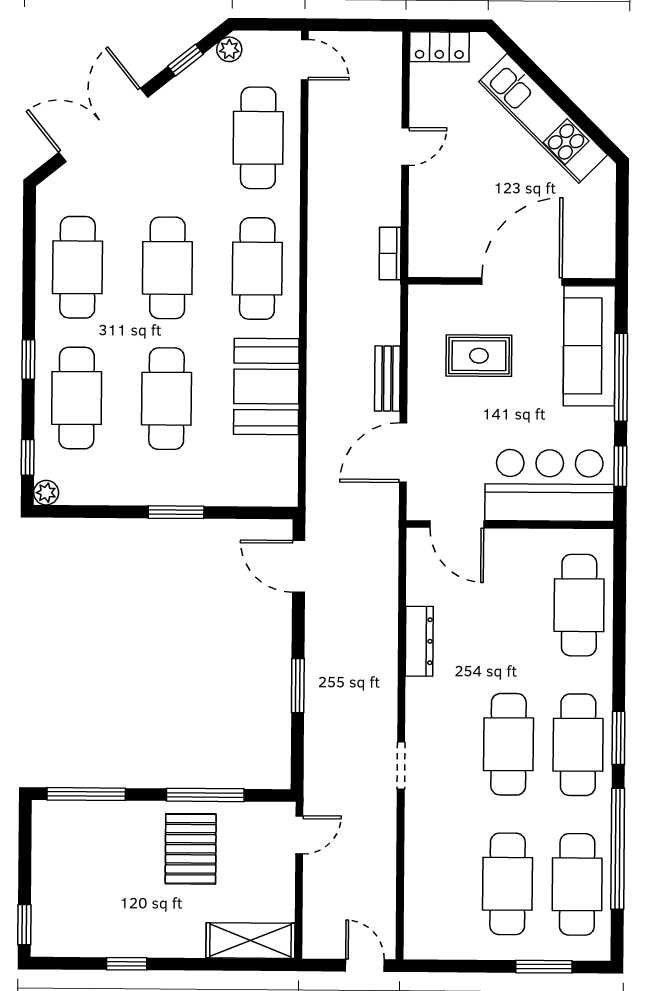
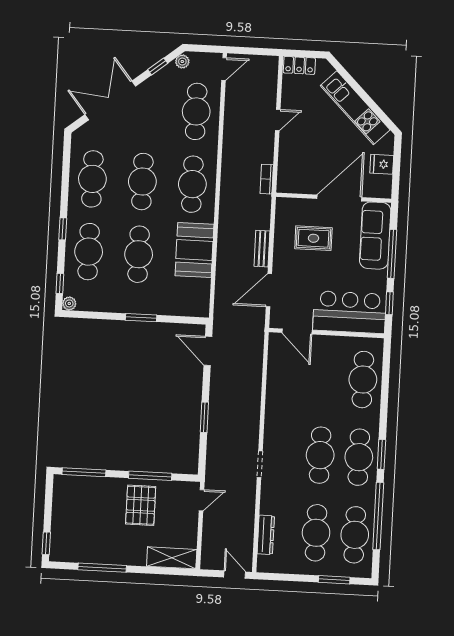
door: (305, 60) -> (224, 69), hinge flipped
fridge: (595, 217) -> (382, 164), added
dresser: (419, 641) -> (266, 535), moved
window: (127, 964) -> (102, 568), width x2.17

